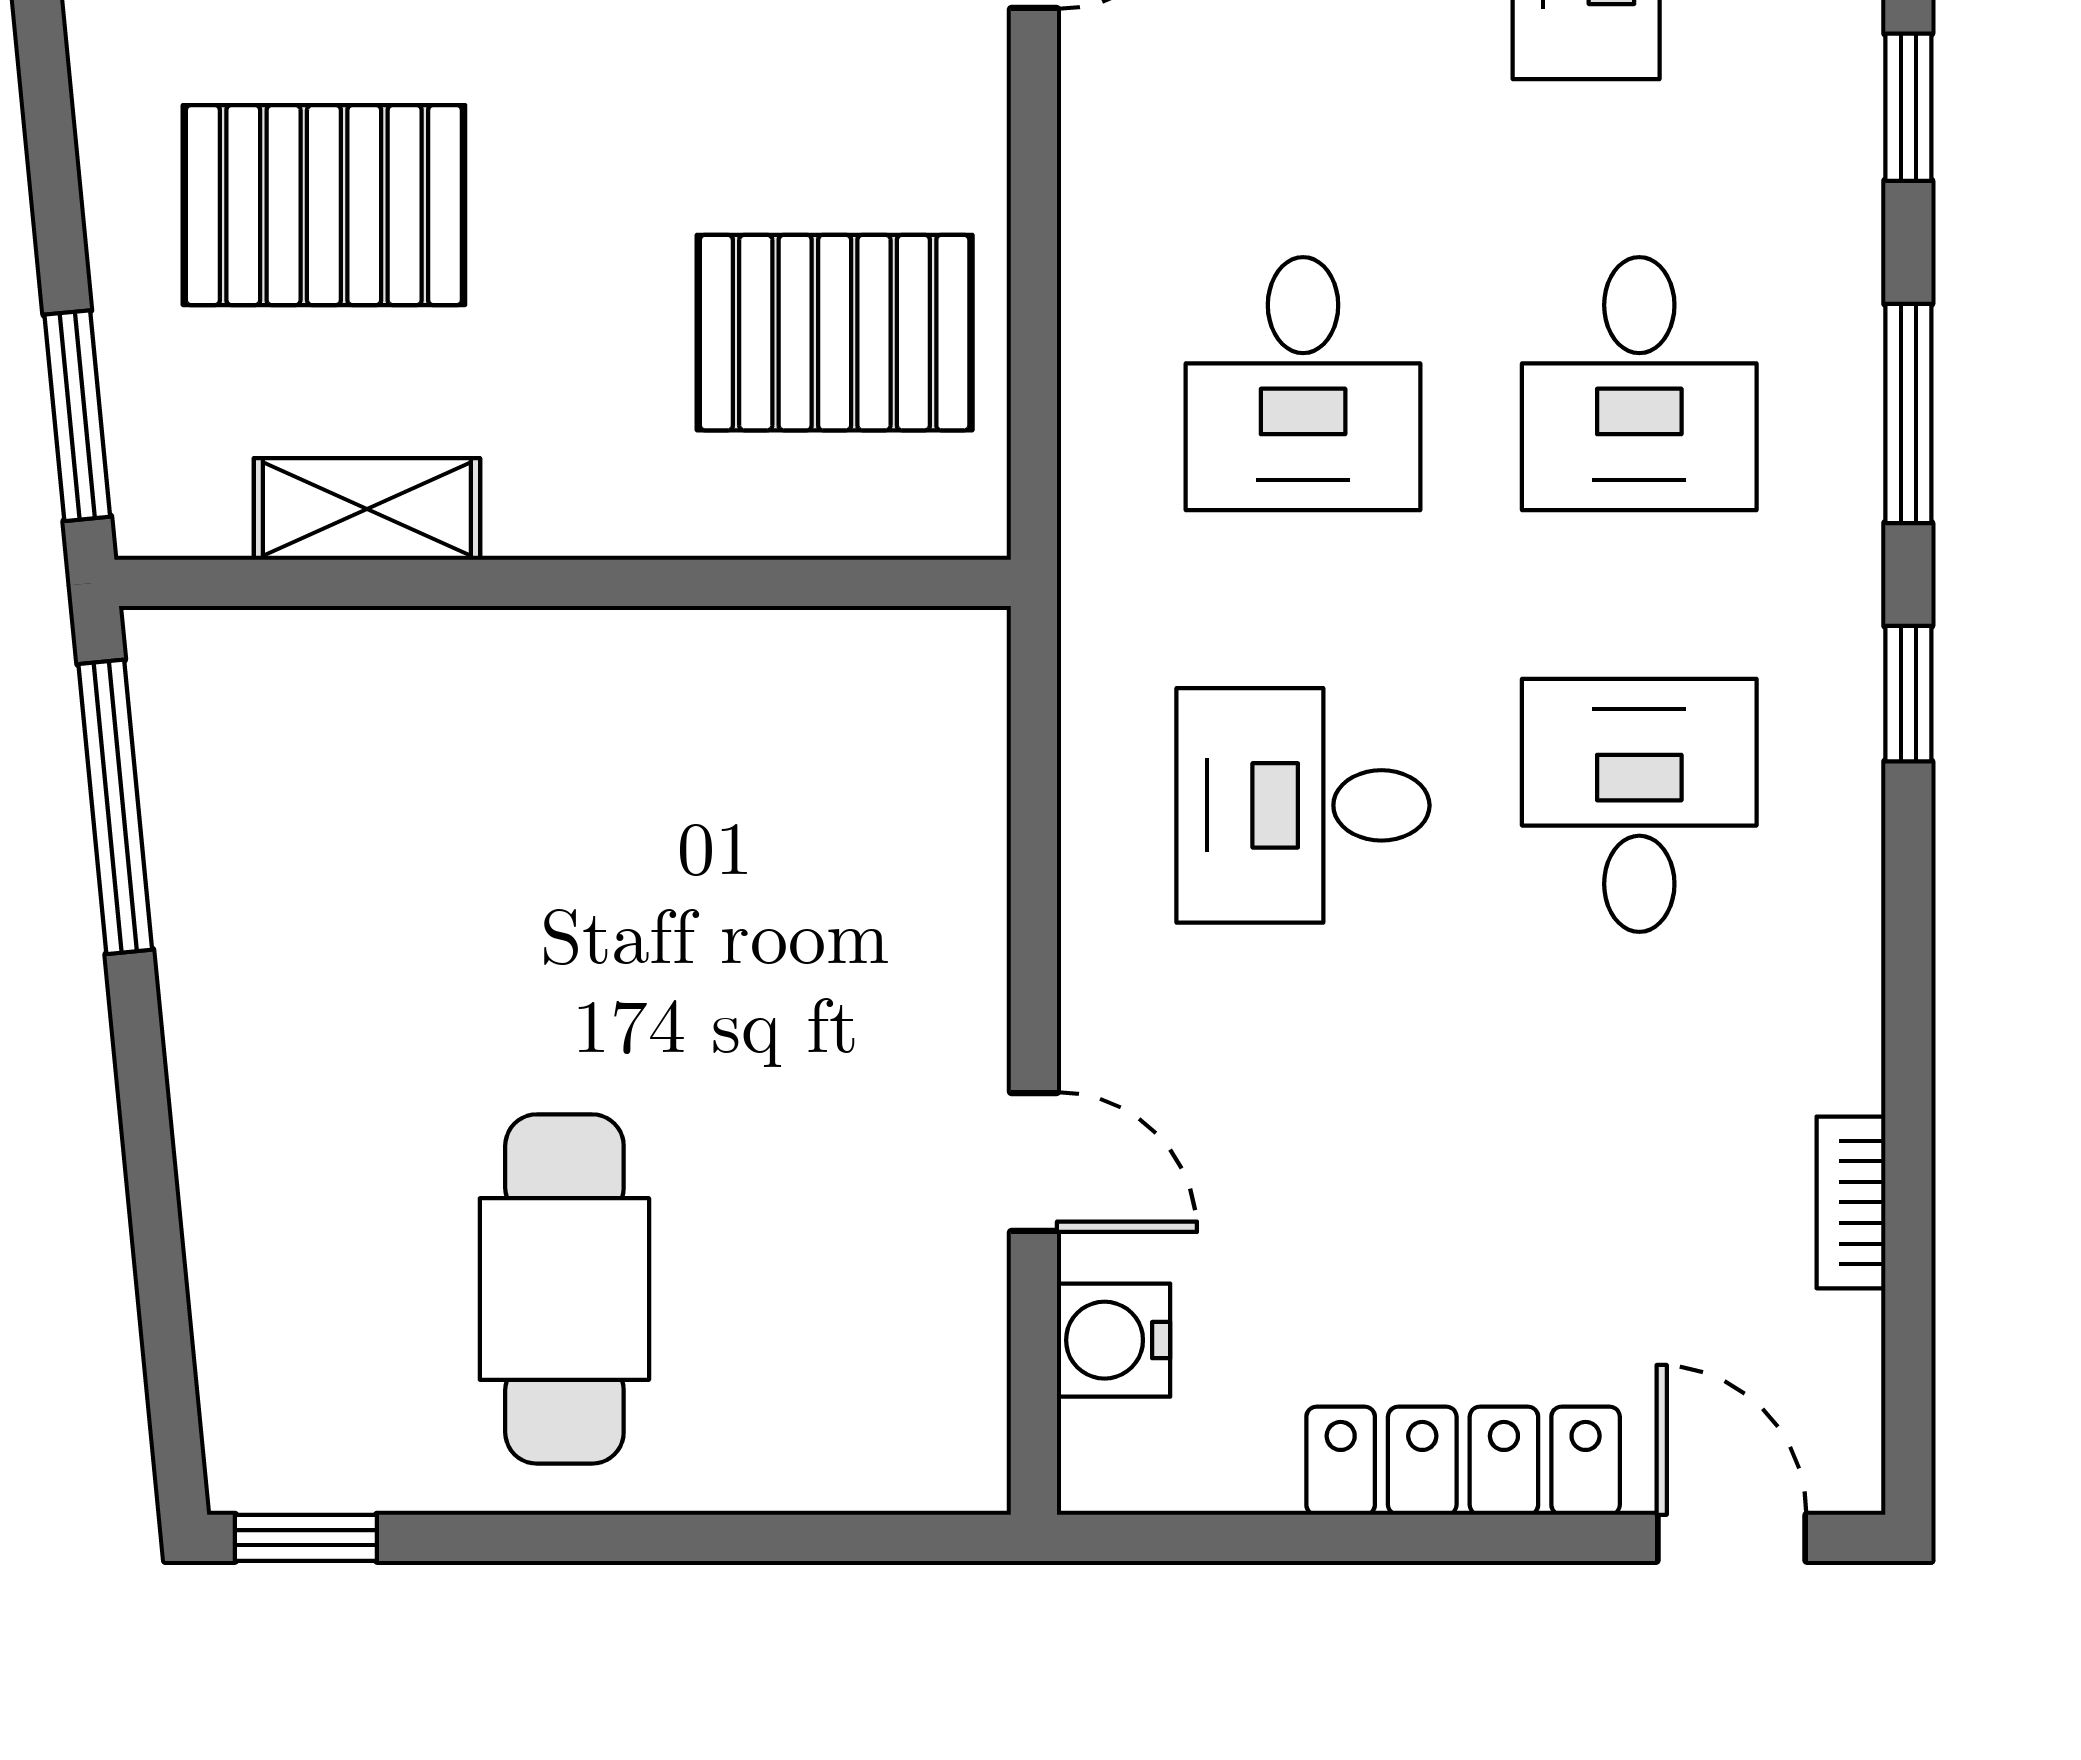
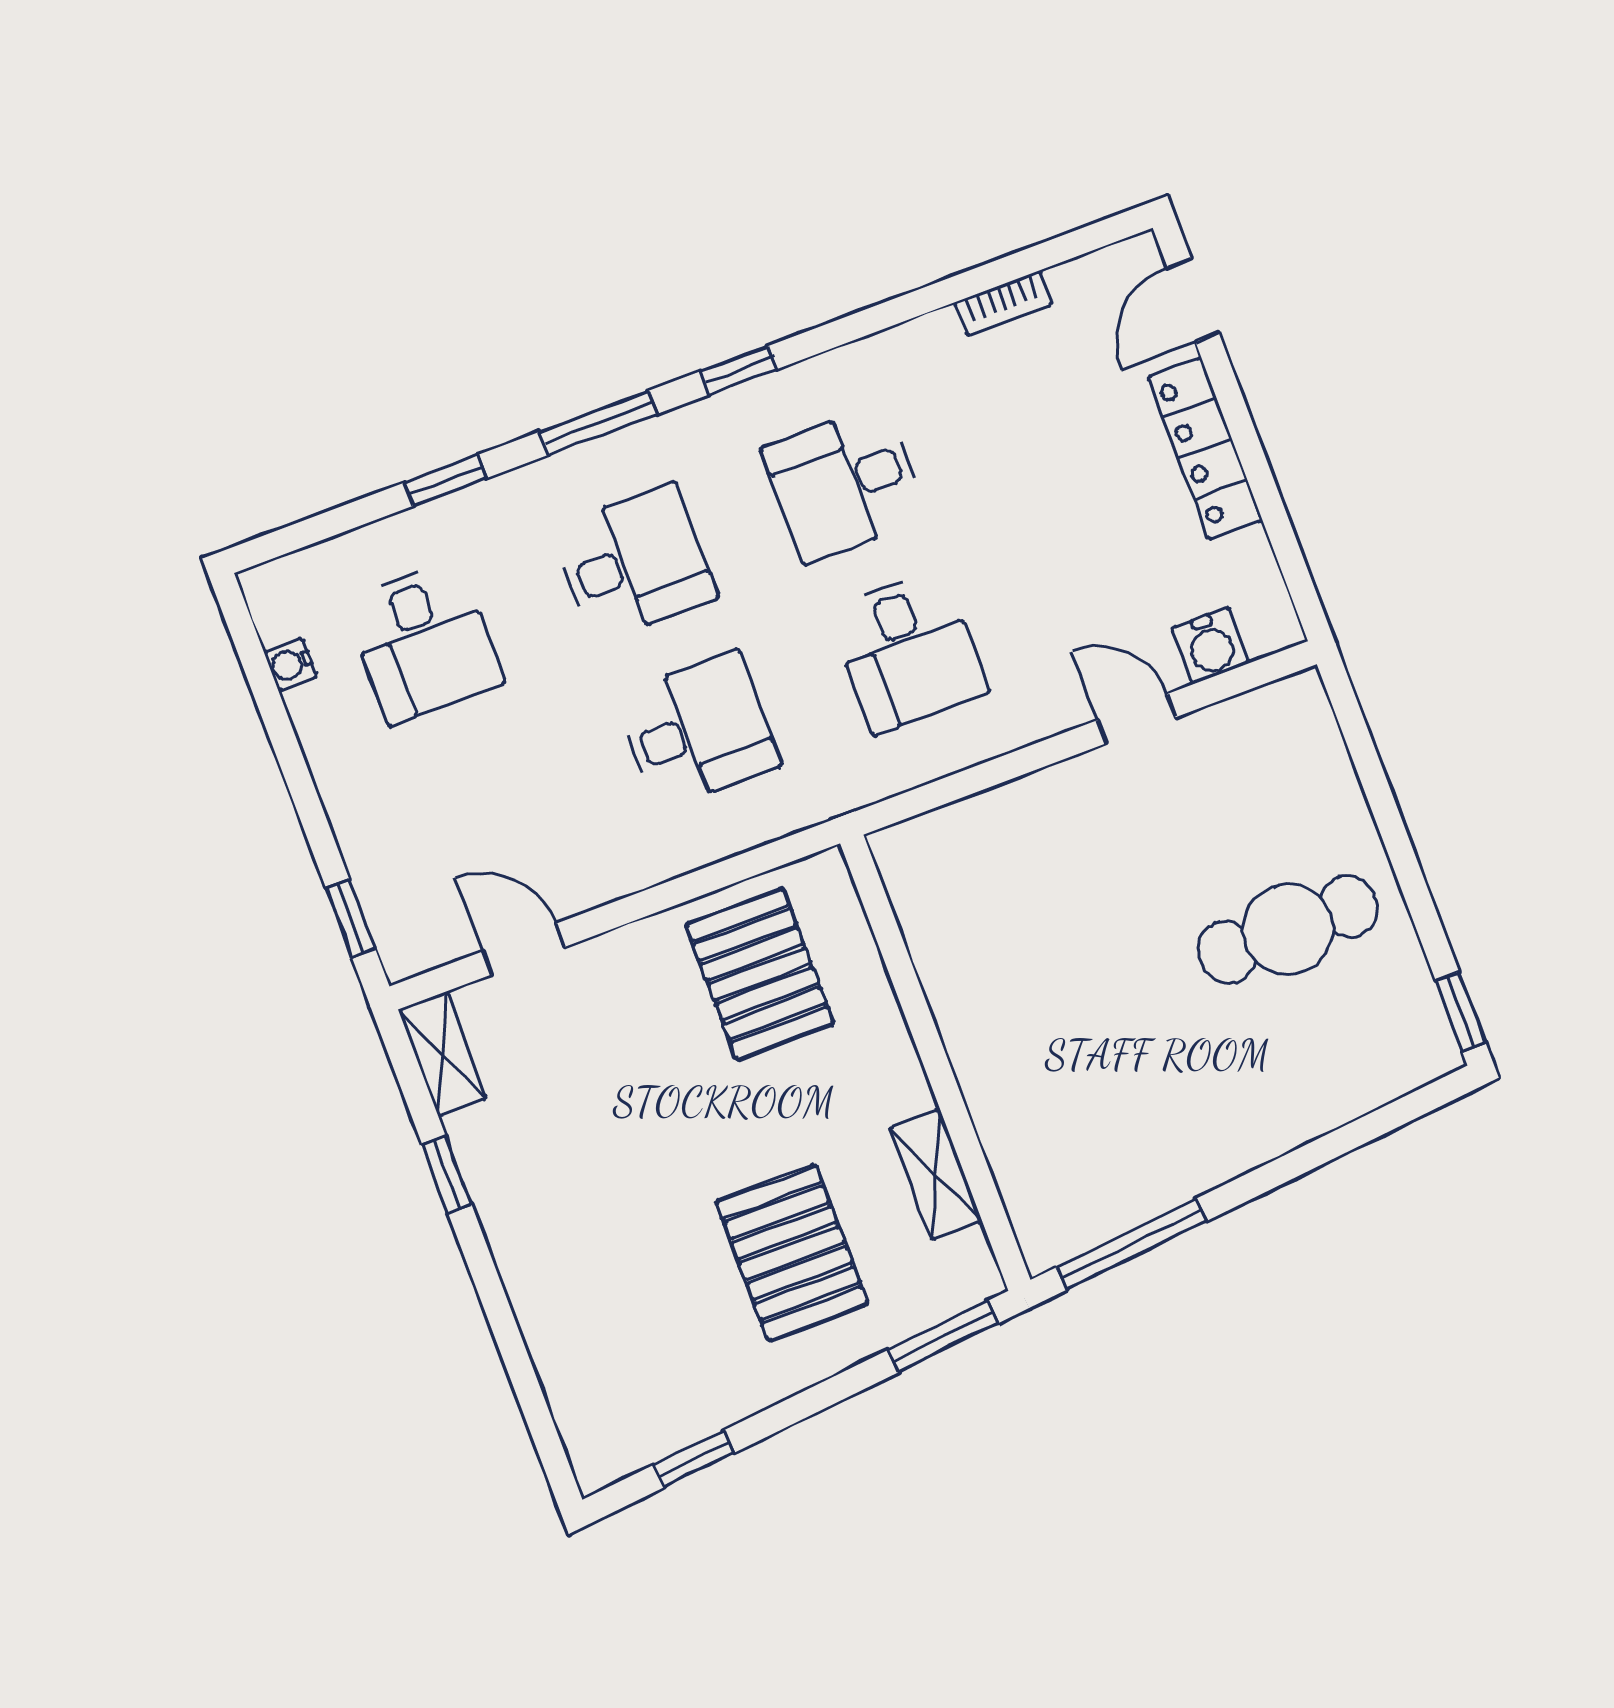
door: (1034, 1162) -> (1136, 719), hinge flipped

